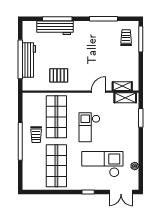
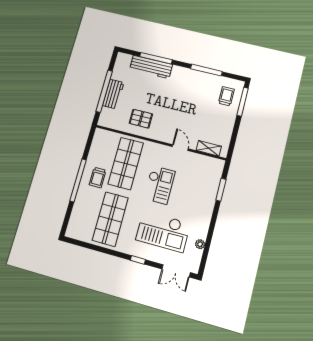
workbench: (29, 60) -> (113, 94), width x0.73
door: (99, 92) -> (180, 148), hinge flipped
shelving: (125, 98) -> (209, 162), removed
checkout: (89, 127) -> (159, 185), turned 180
checkout: (102, 164) -> (163, 231), turned 180

